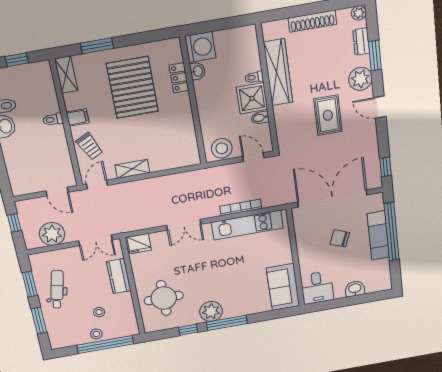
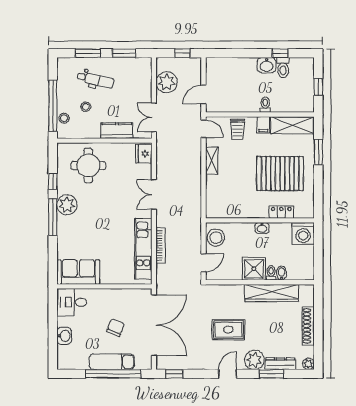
dresser: (361, 41) -> (280, 364), width x1.44
washbasin: (198, 71) -> (262, 228), moved
shelving: (66, 75) -> (292, 125), width x1.50, depth x1.33
bidet: (260, 118) -> (281, 273), moved
trolley: (89, 146) -> (238, 129), turned -64
dental chair: (57, 289) -> (95, 80), moved
stool: (96, 334) -> (64, 118), moved

